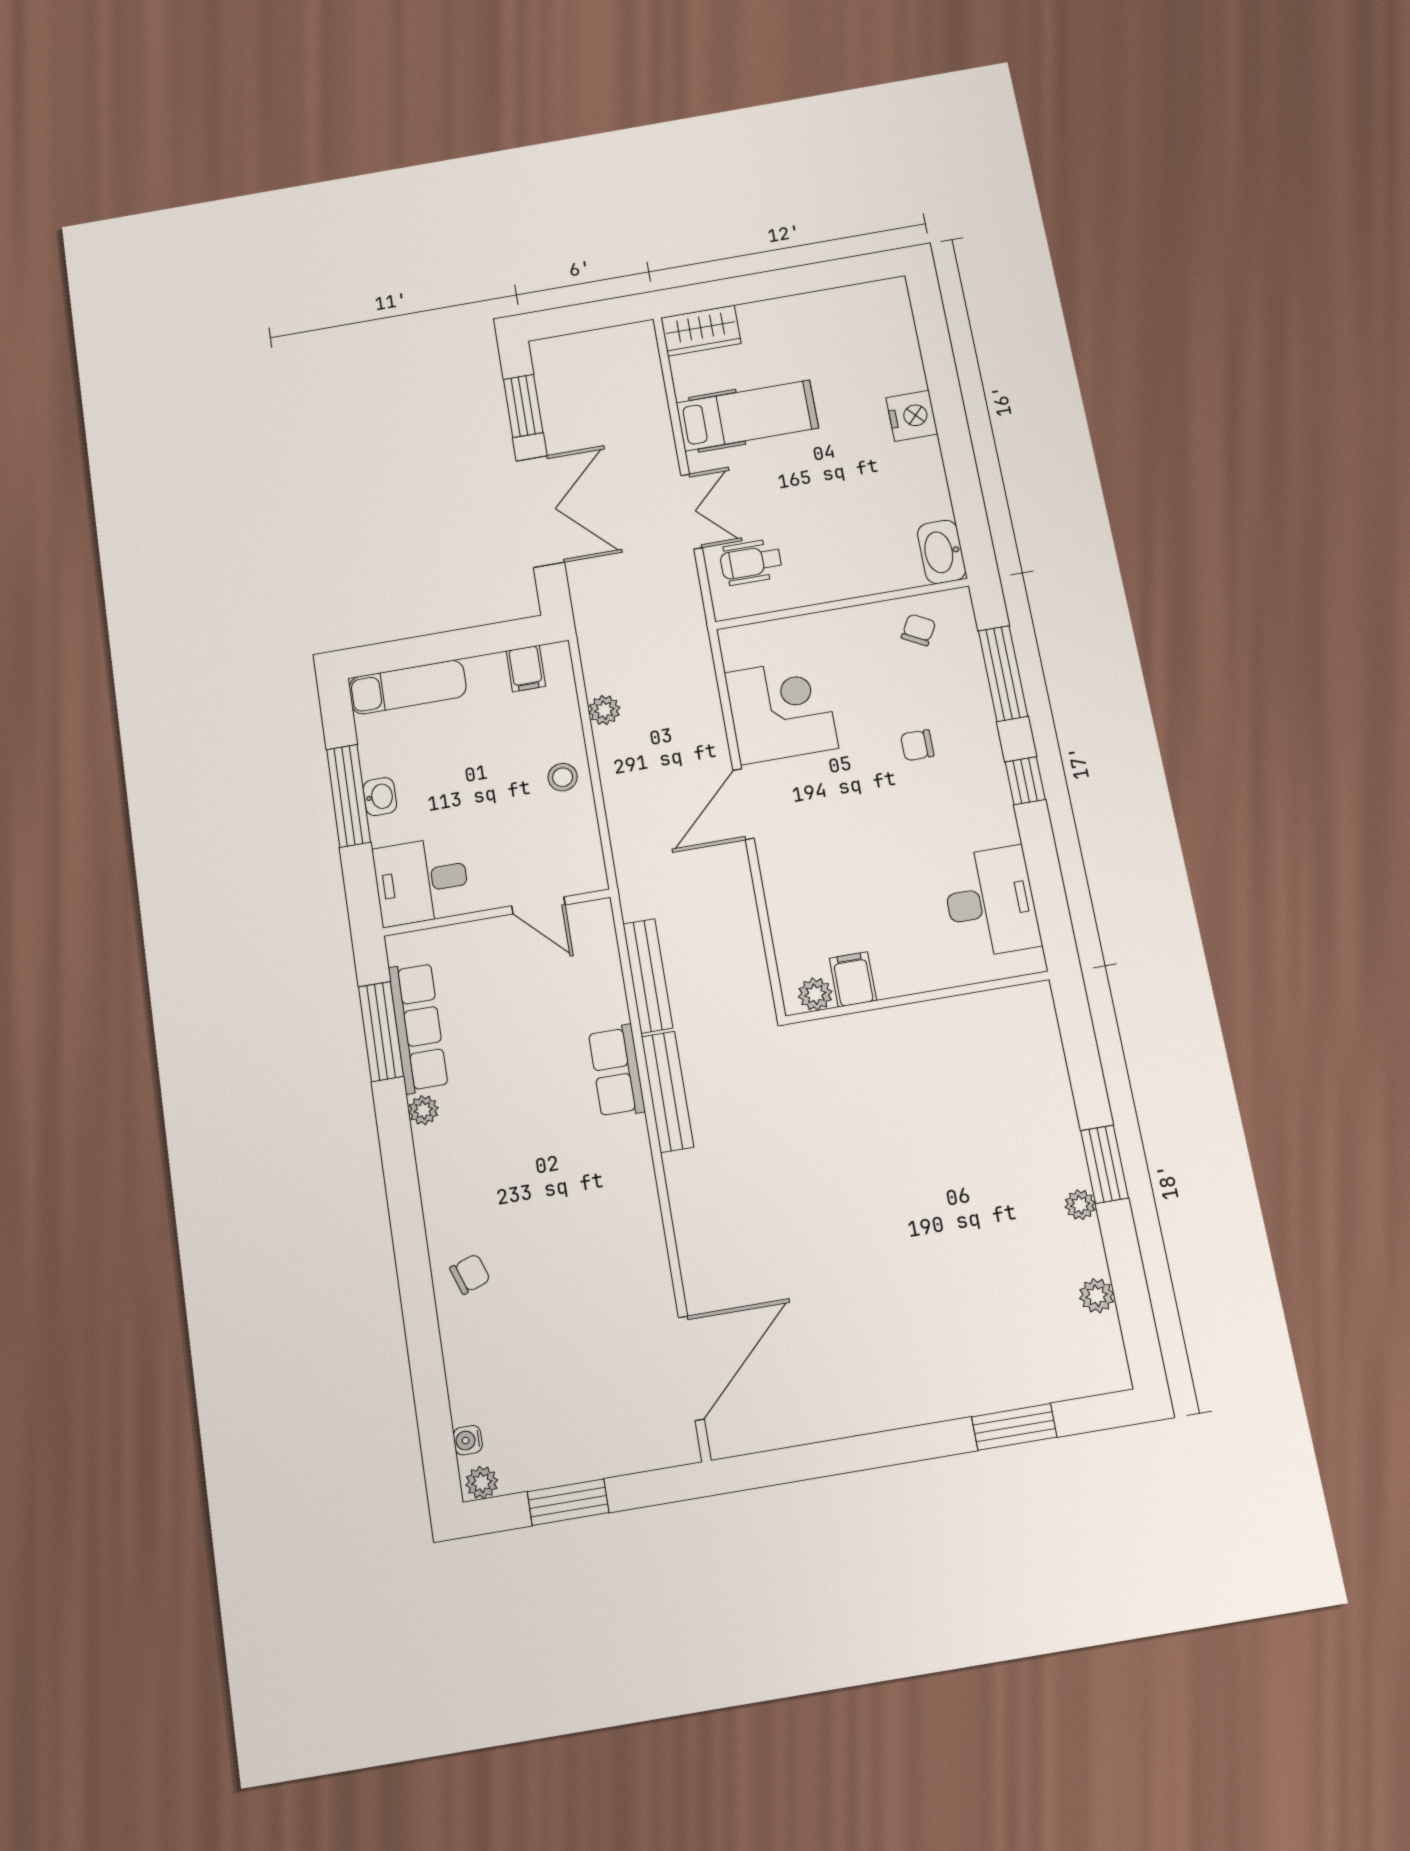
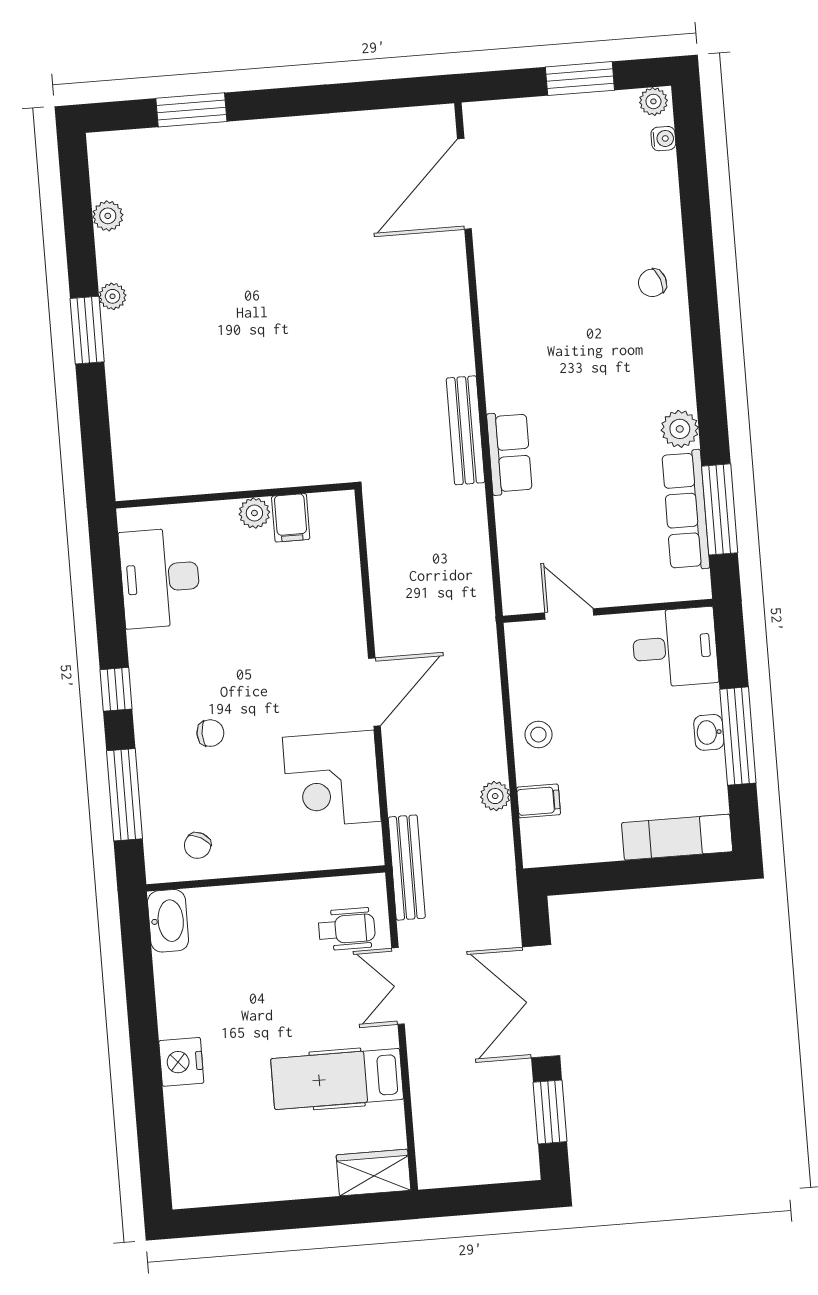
filing cabinet: (526, 669) -> (539, 801), moved, turned 90
bench: (648, 976) -> (407, 868), moved
plant: (815, 994) -> (254, 513), moved
plant: (423, 1110) -> (680, 429), width x1.38, depth x1.38

